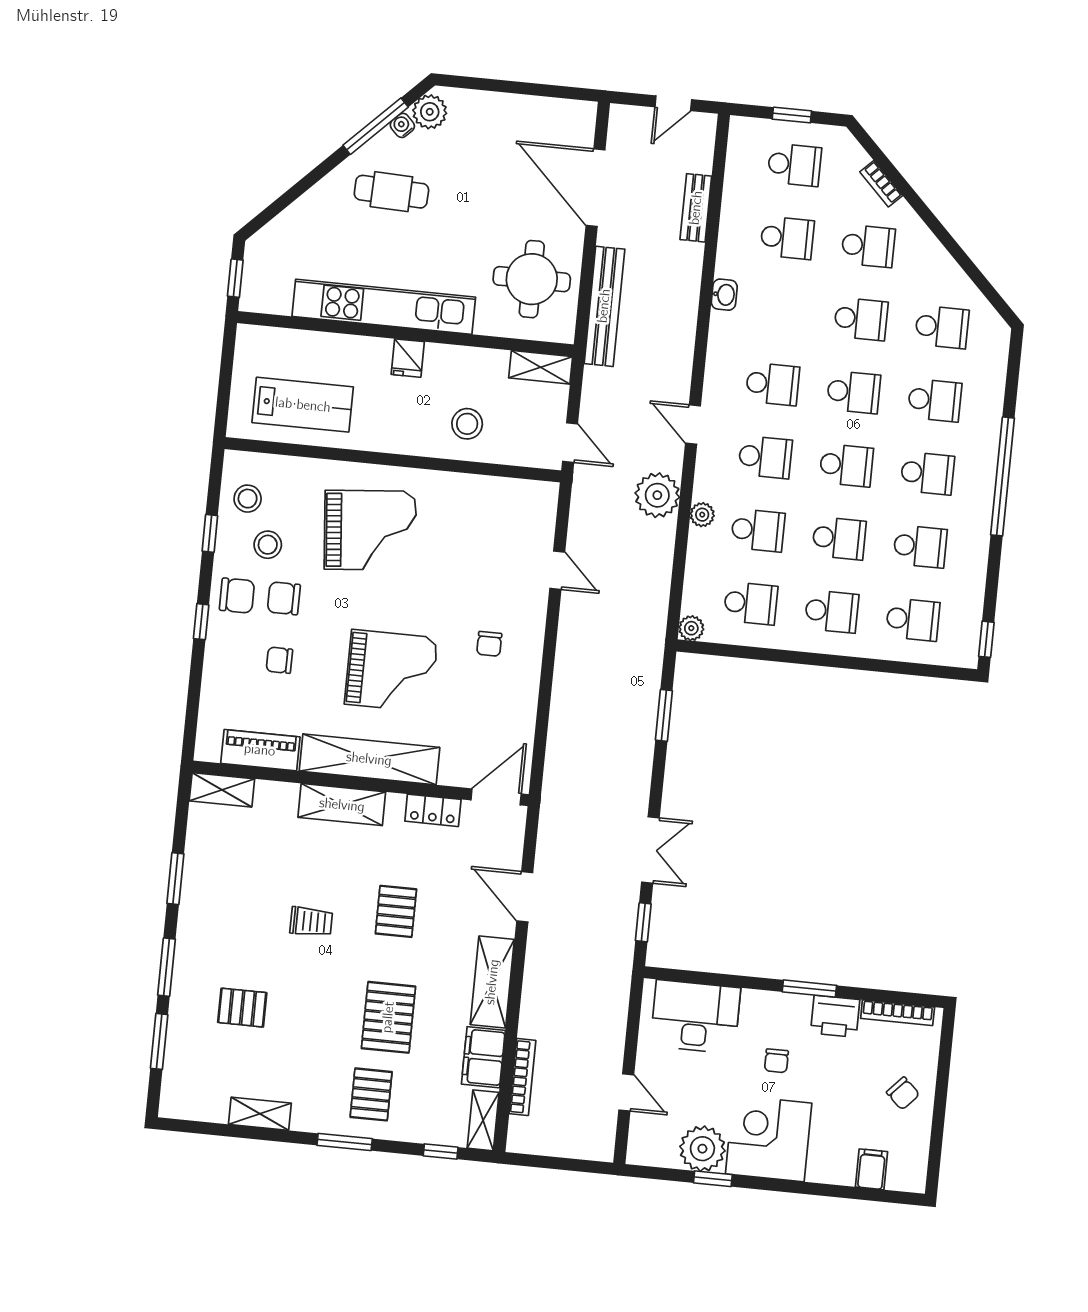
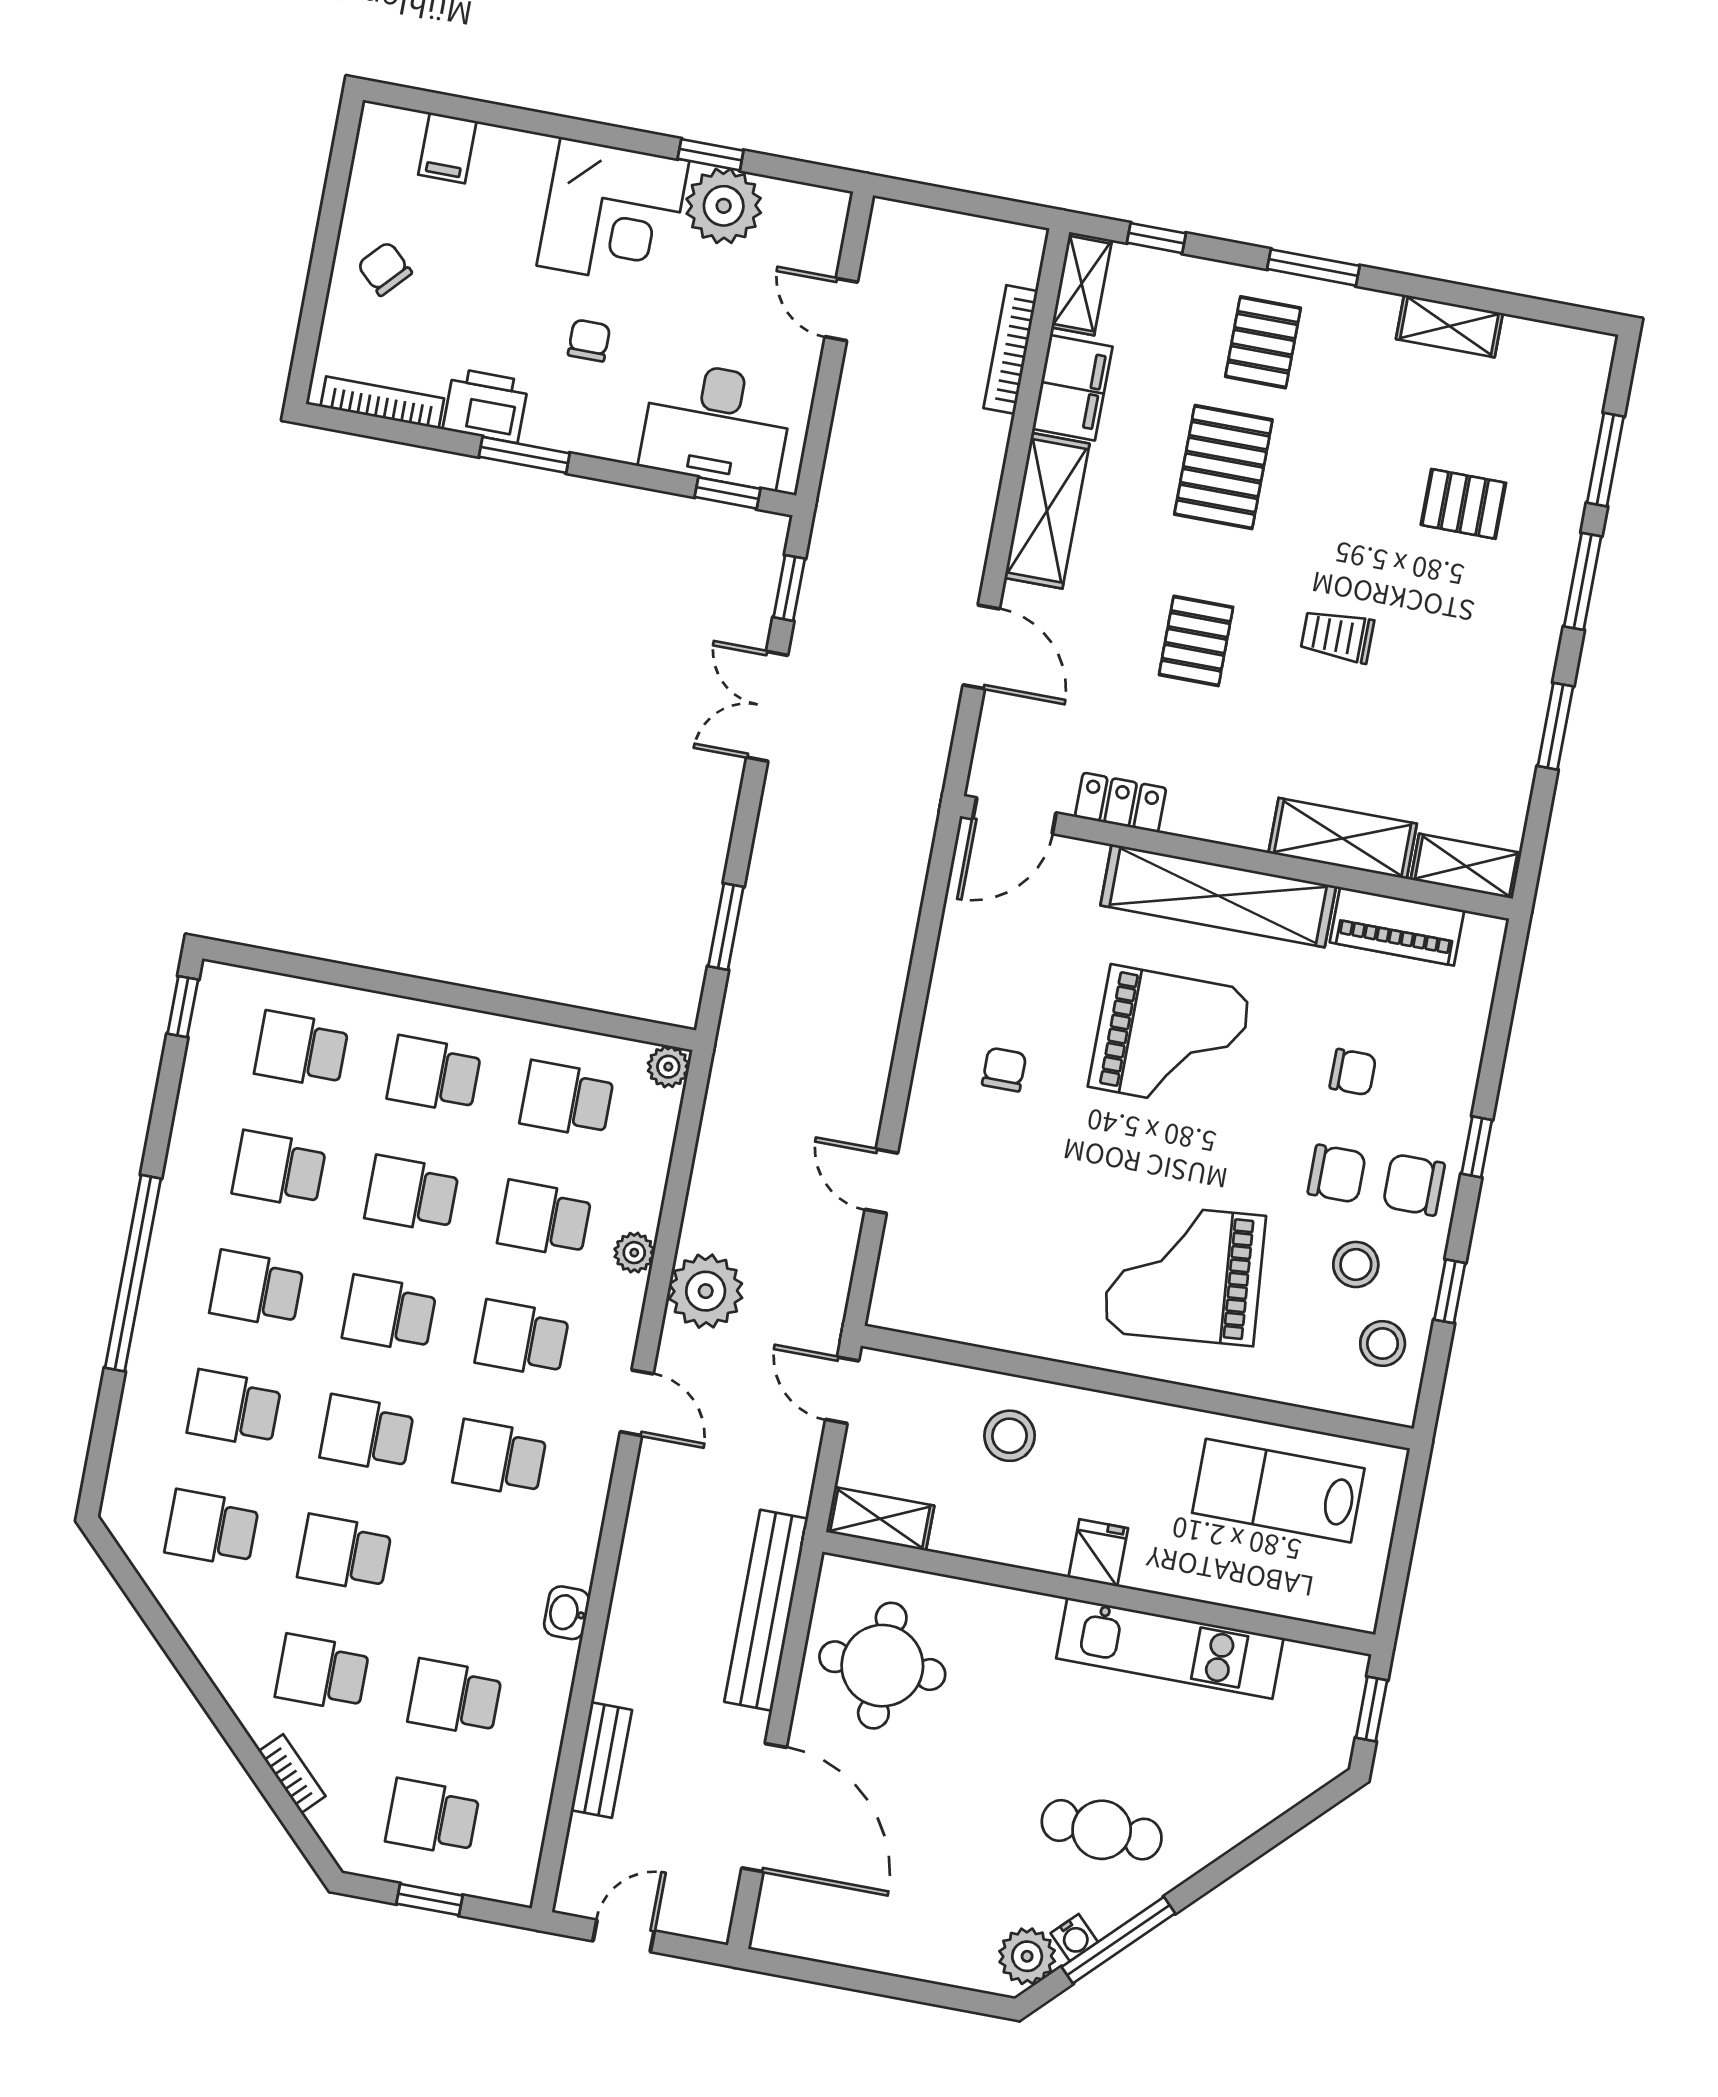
kitchen unit: (384, 307) -> (1170, 1648), width x0.73
grand piano: (391, 671) -> (1170, 1039), turned 180
shelving: (342, 805) -> (1343, 838), moved
window: (685, 976) -> (727, 493), added

